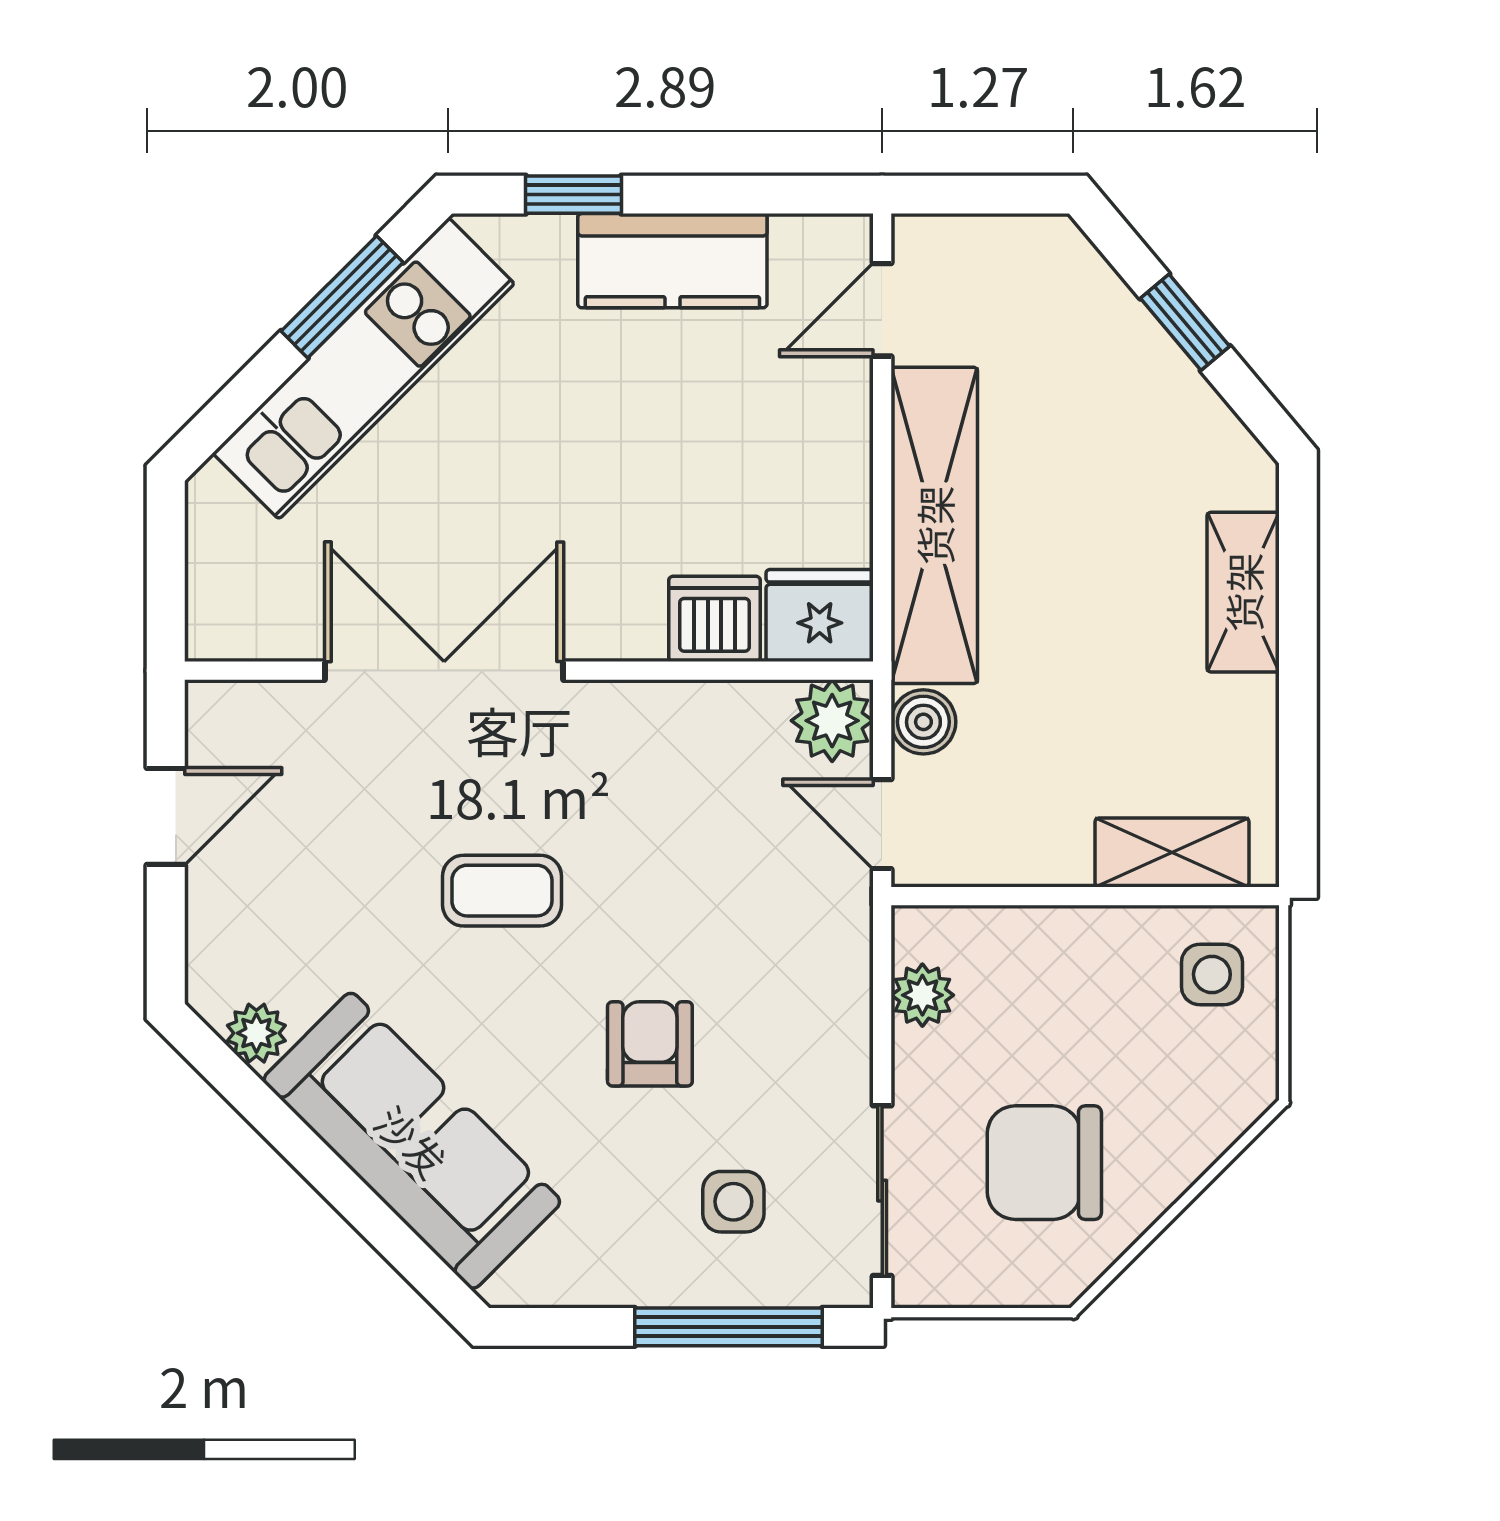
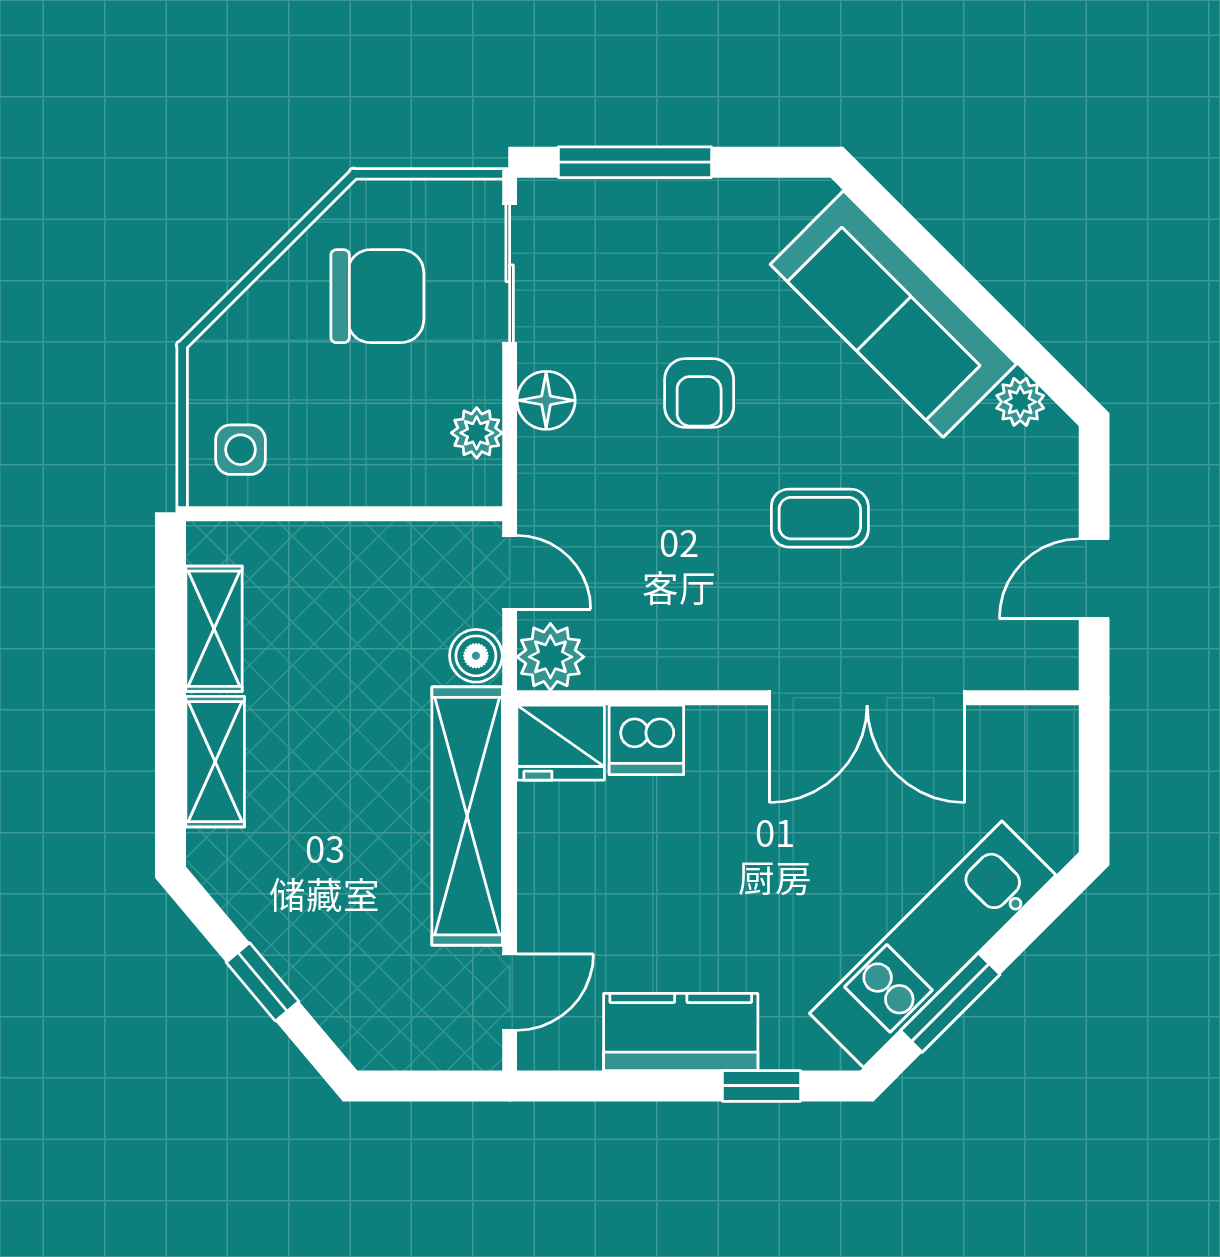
shelving: (1172, 852) -> (214, 629), moved, turned 90
floor lamp: (838, 1035) -> (546, 400), added
side table: (733, 1202) -> (631, 264), removed

